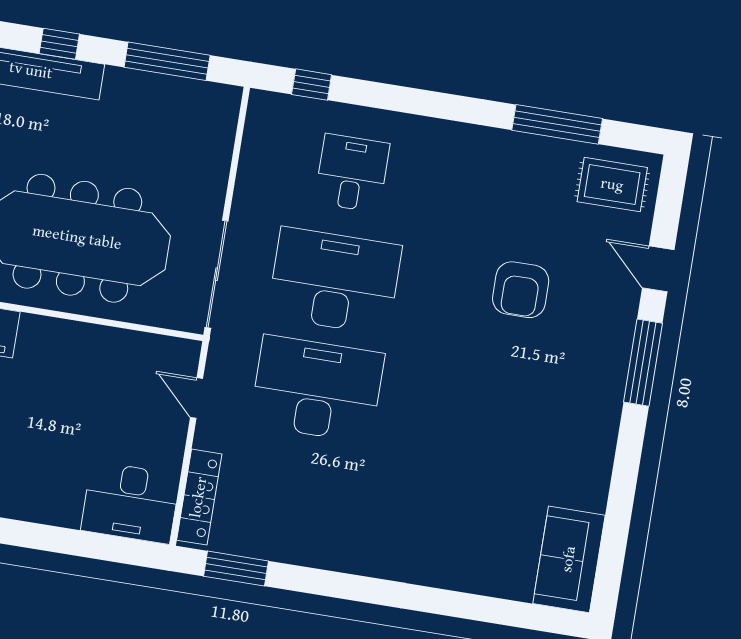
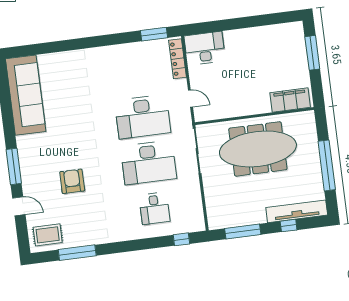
sofa: (569, 559) -> (26, 95), width x1.85, depth x1.27

